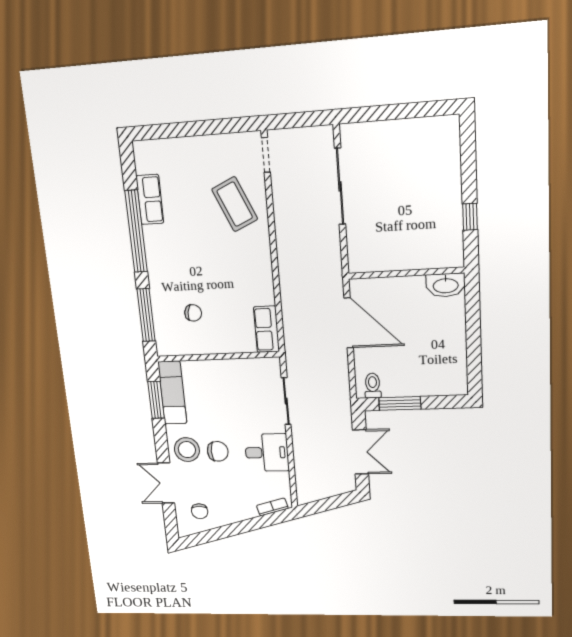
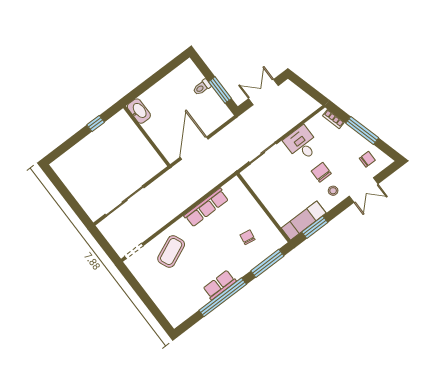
row of seats: (150, 199) -> (220, 285), moved
row of seats: (267, 329) -> (206, 207), moved, width x1.48
toilet: (373, 386) -> (202, 87), moved
stool: (187, 450) -> (333, 191), width x0.53, depth x0.53
window: (237, 528) -> (362, 130), added

